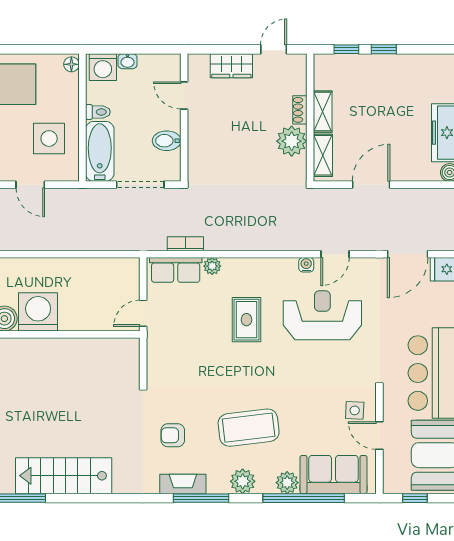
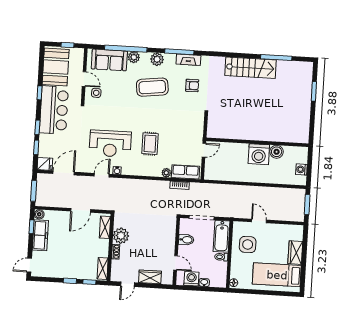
washing machine: (103, 67) -> (191, 279), moved
shelving: (323, 112) -> (103, 269), moved

